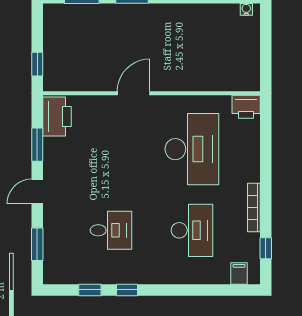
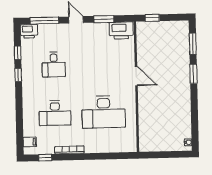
printer: (246, 107) -> (29, 31), moved, turned -90
window: (37, 244) -> (44, 21), width x1.44

